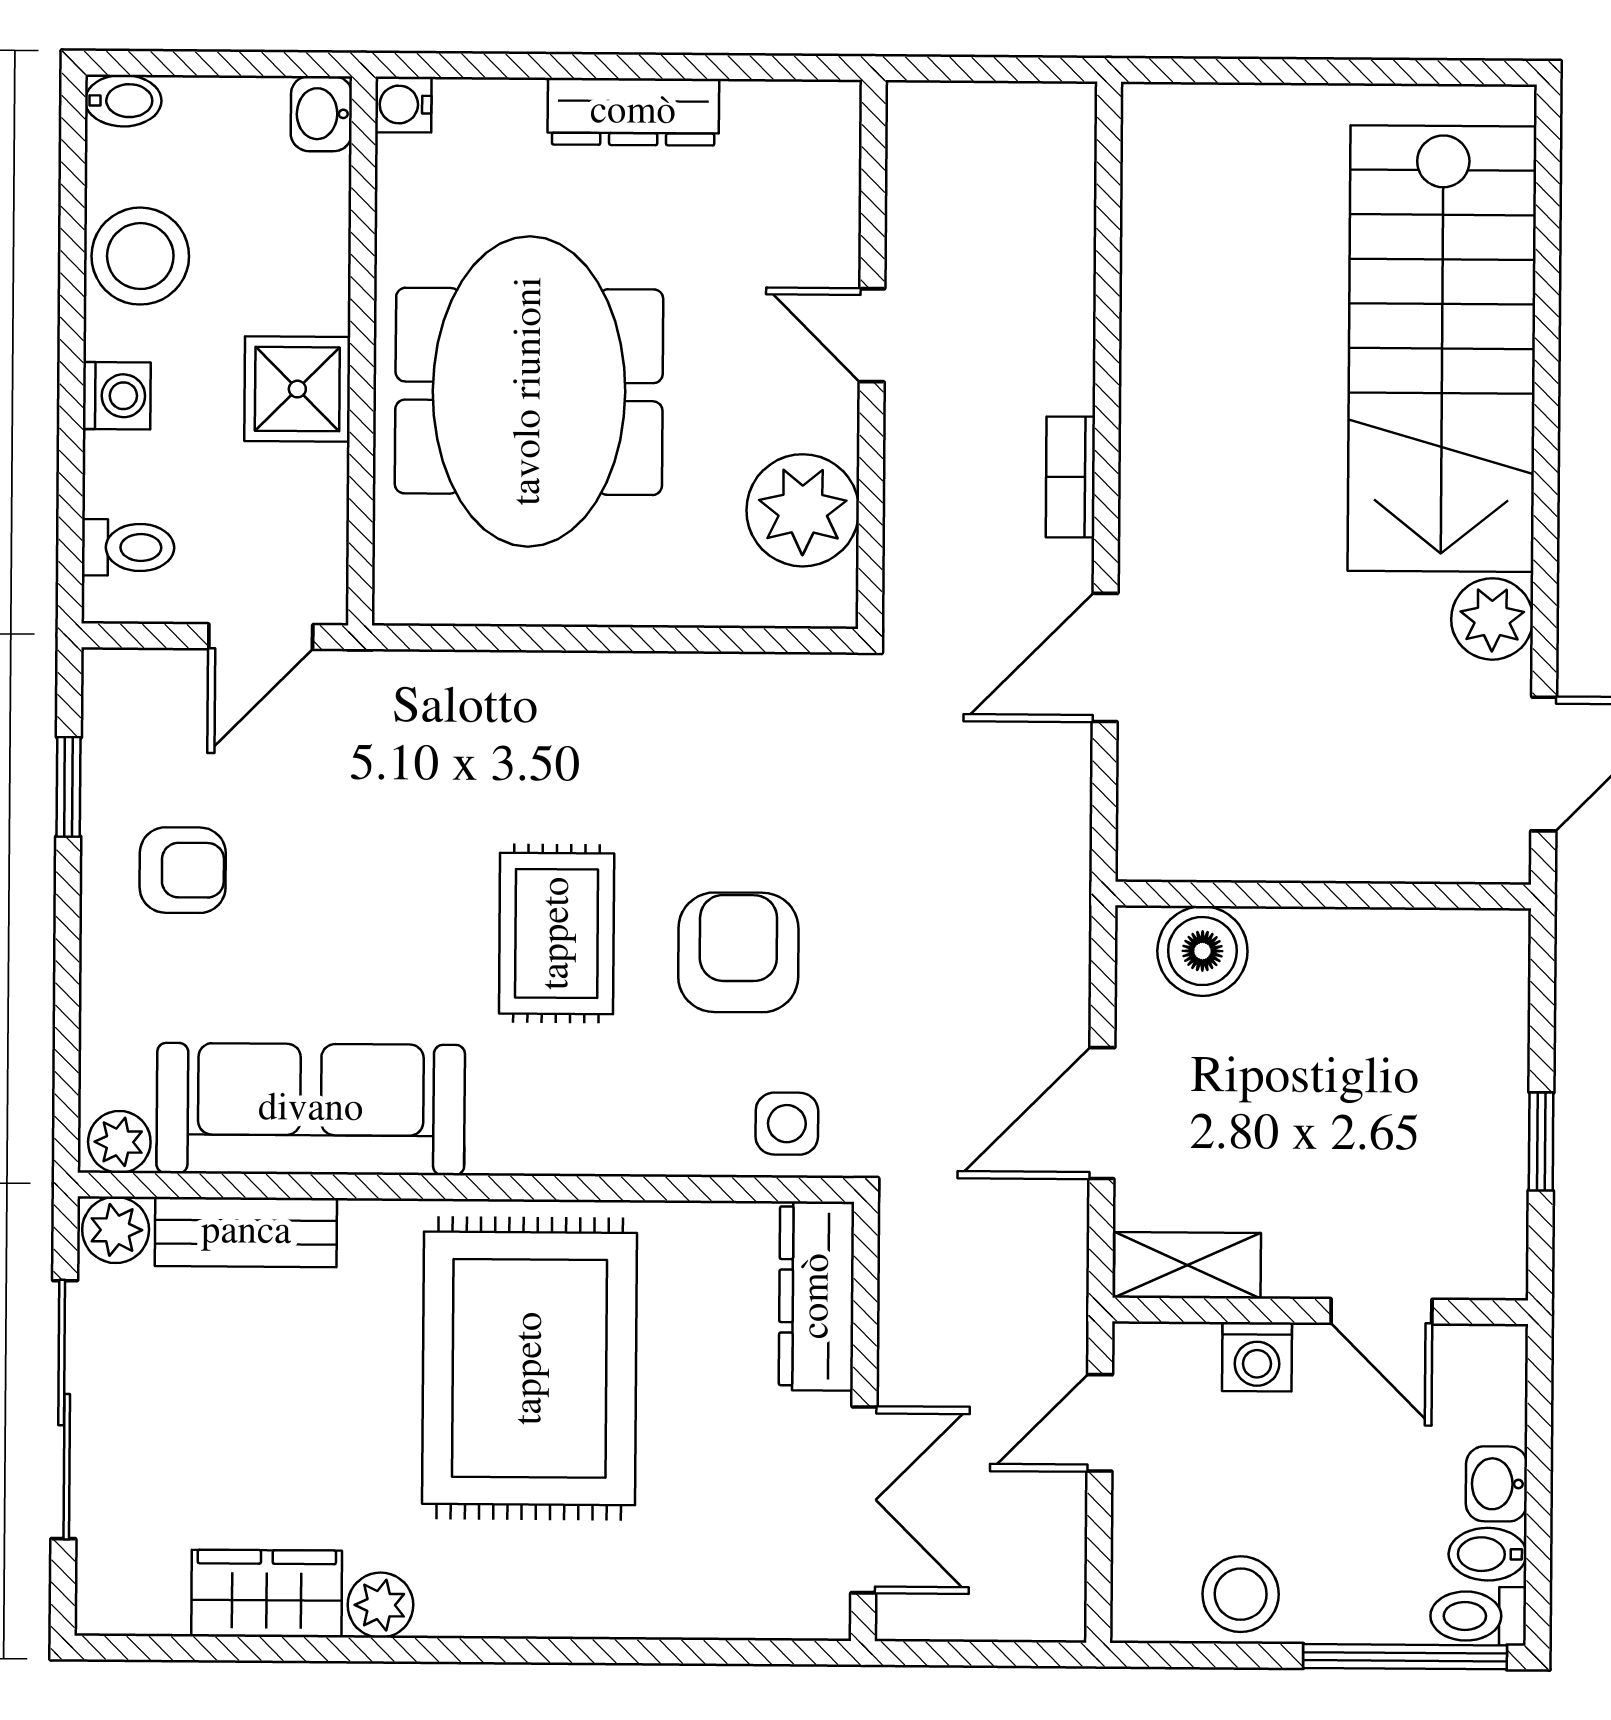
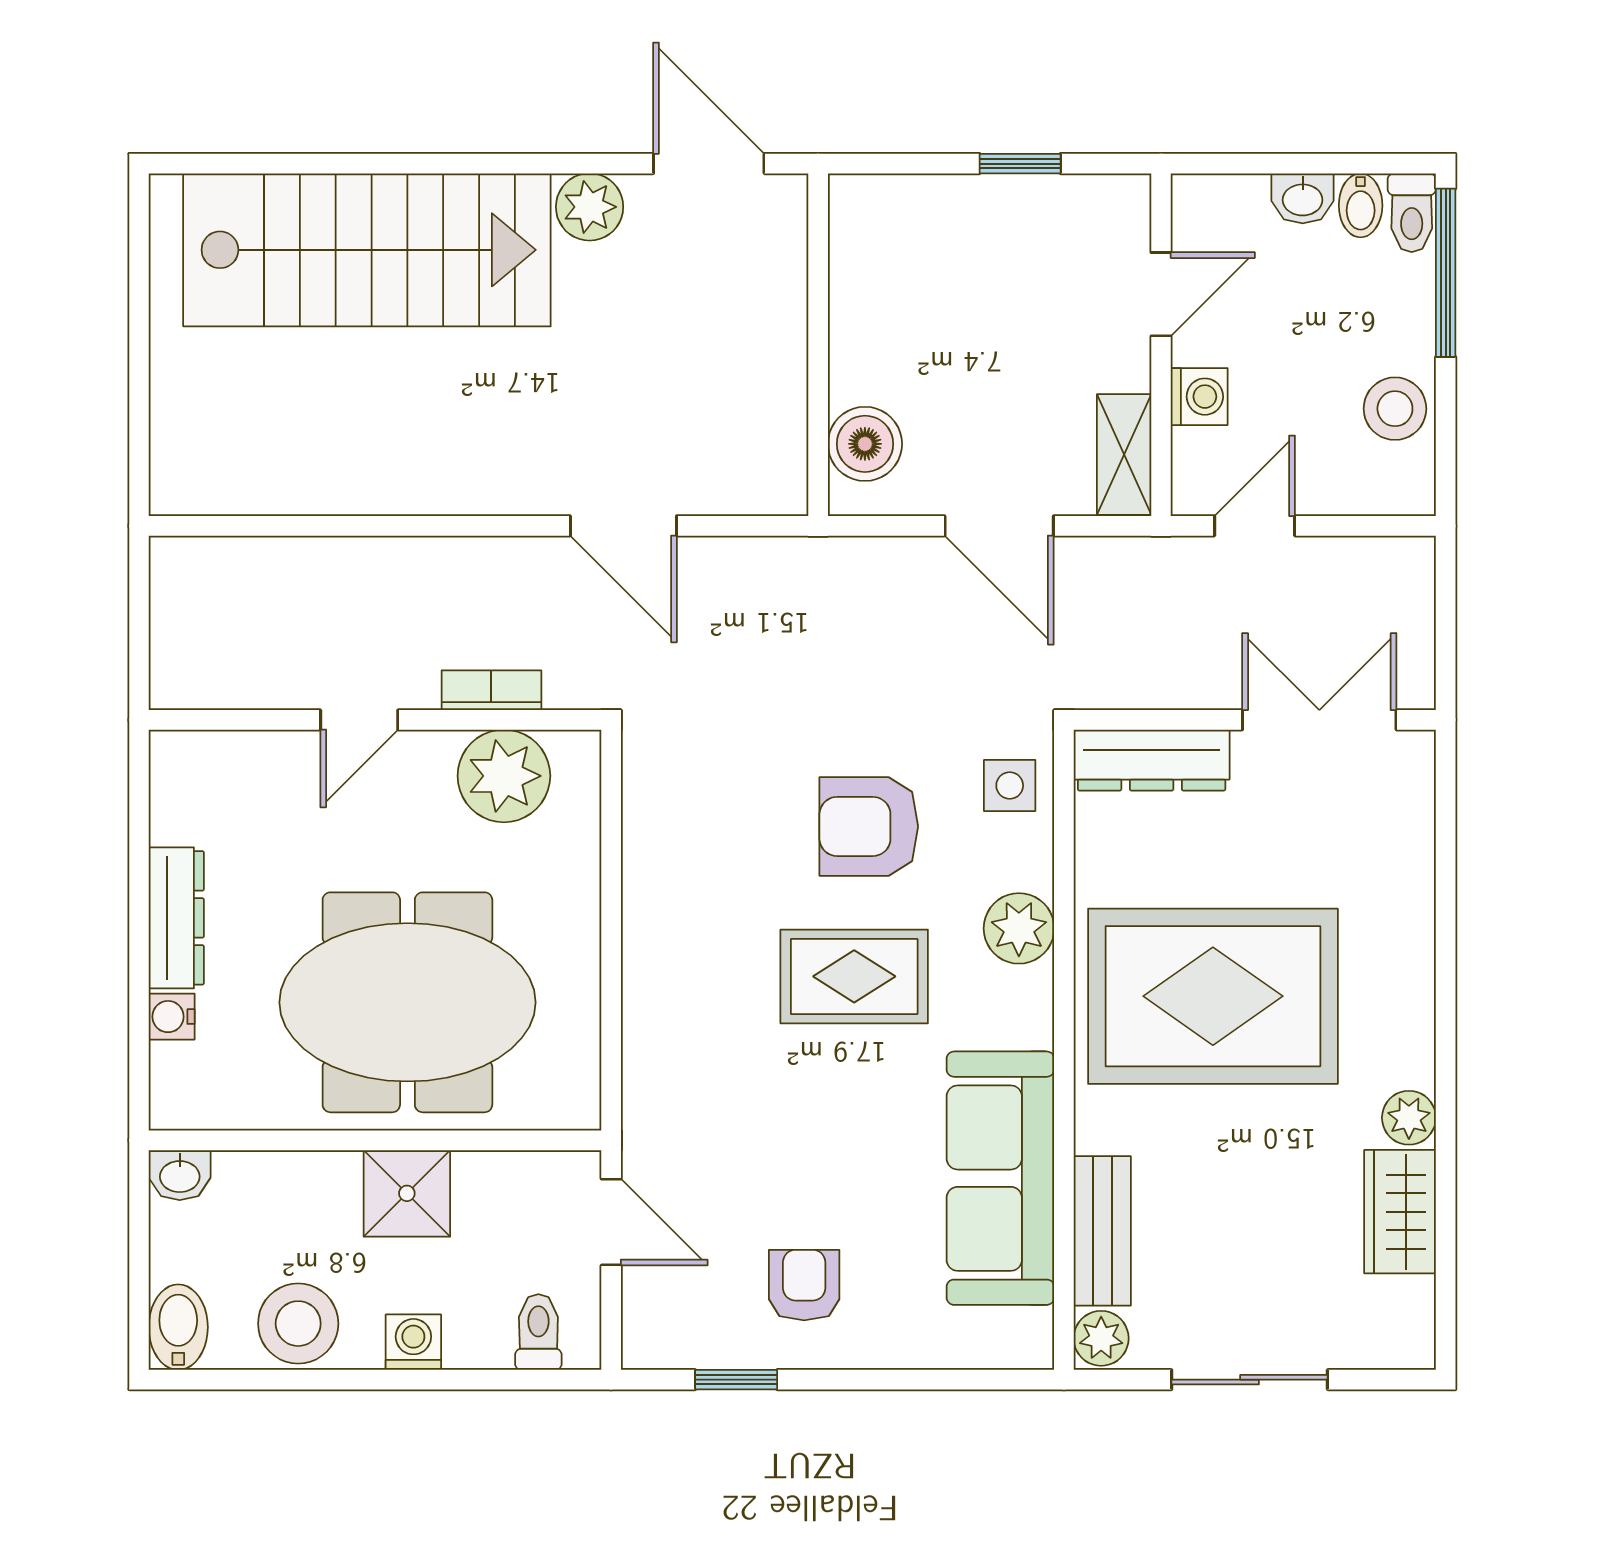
bidet: (123, 101) -> (178, 1327), width x1.38, depth x1.36
water cooler: (403, 105) -> (172, 1017), moved, turned 90
bookcase: (1070, 477) -> (491, 690), moved, turned 180
plant: (119, 1142) -> (1019, 928), moved, width x1.38, depth x1.38
sliding door: (64, 1410) -> (1250, 1380), width x0.73
door: (1100, 1423) -> (1255, 526), swing flipped

